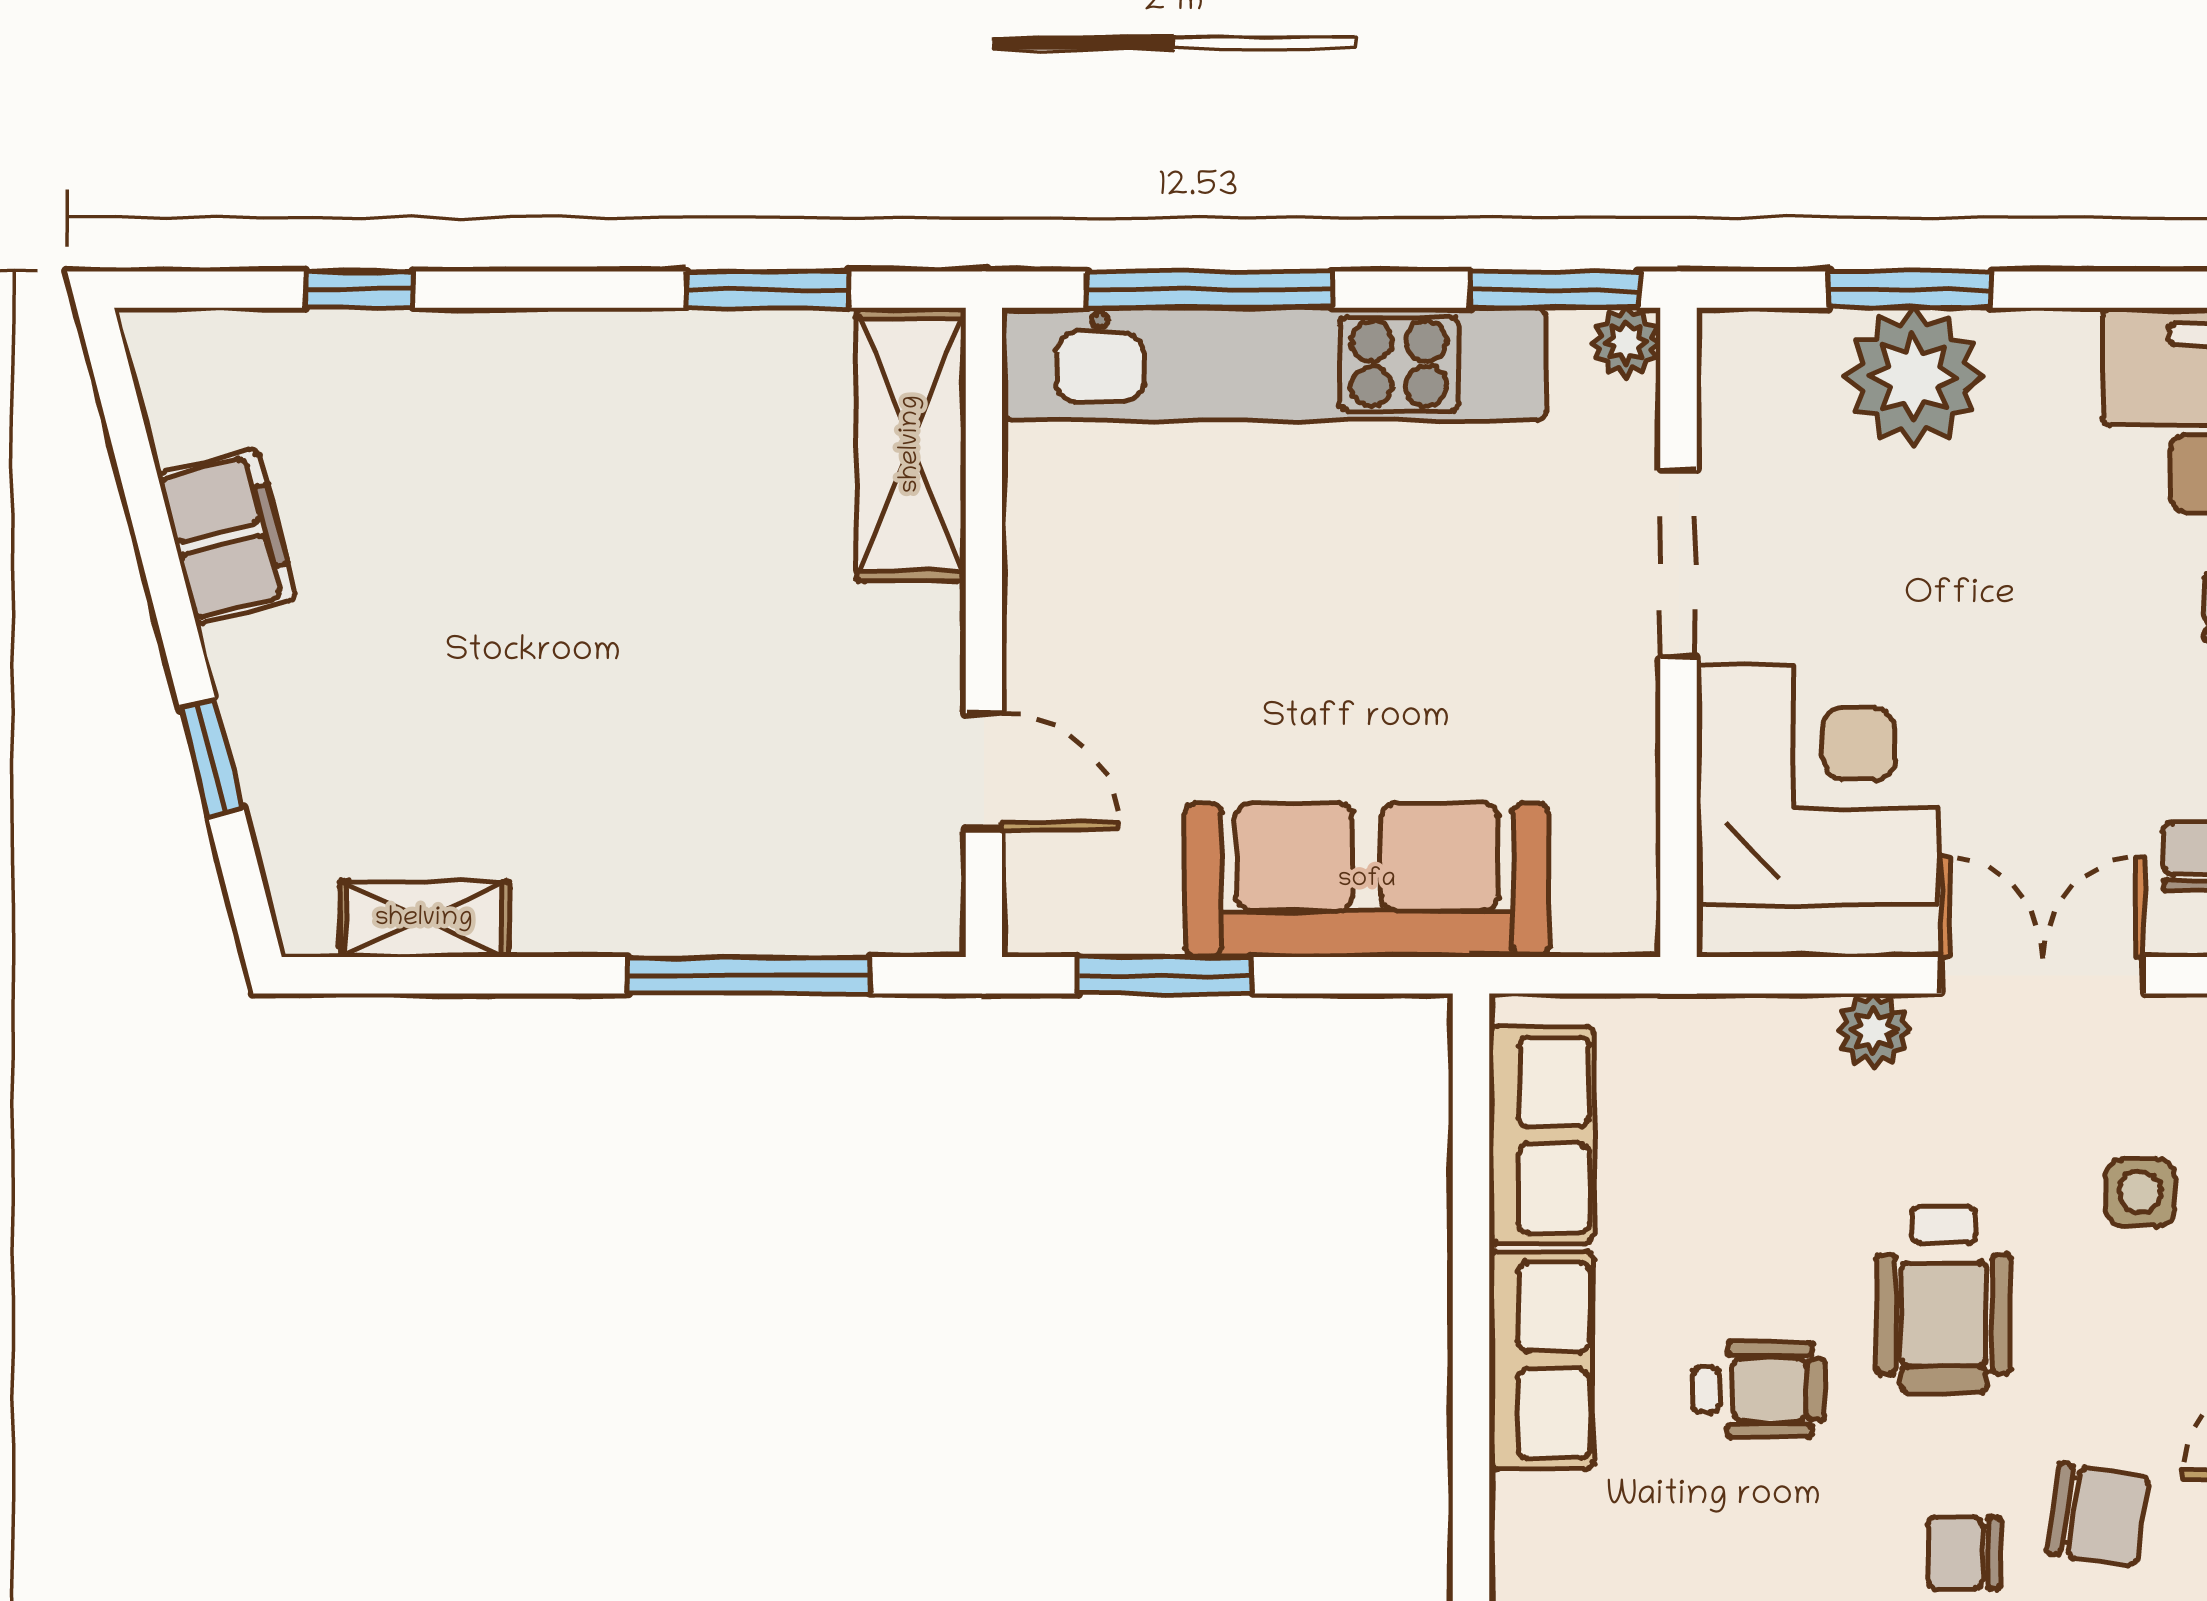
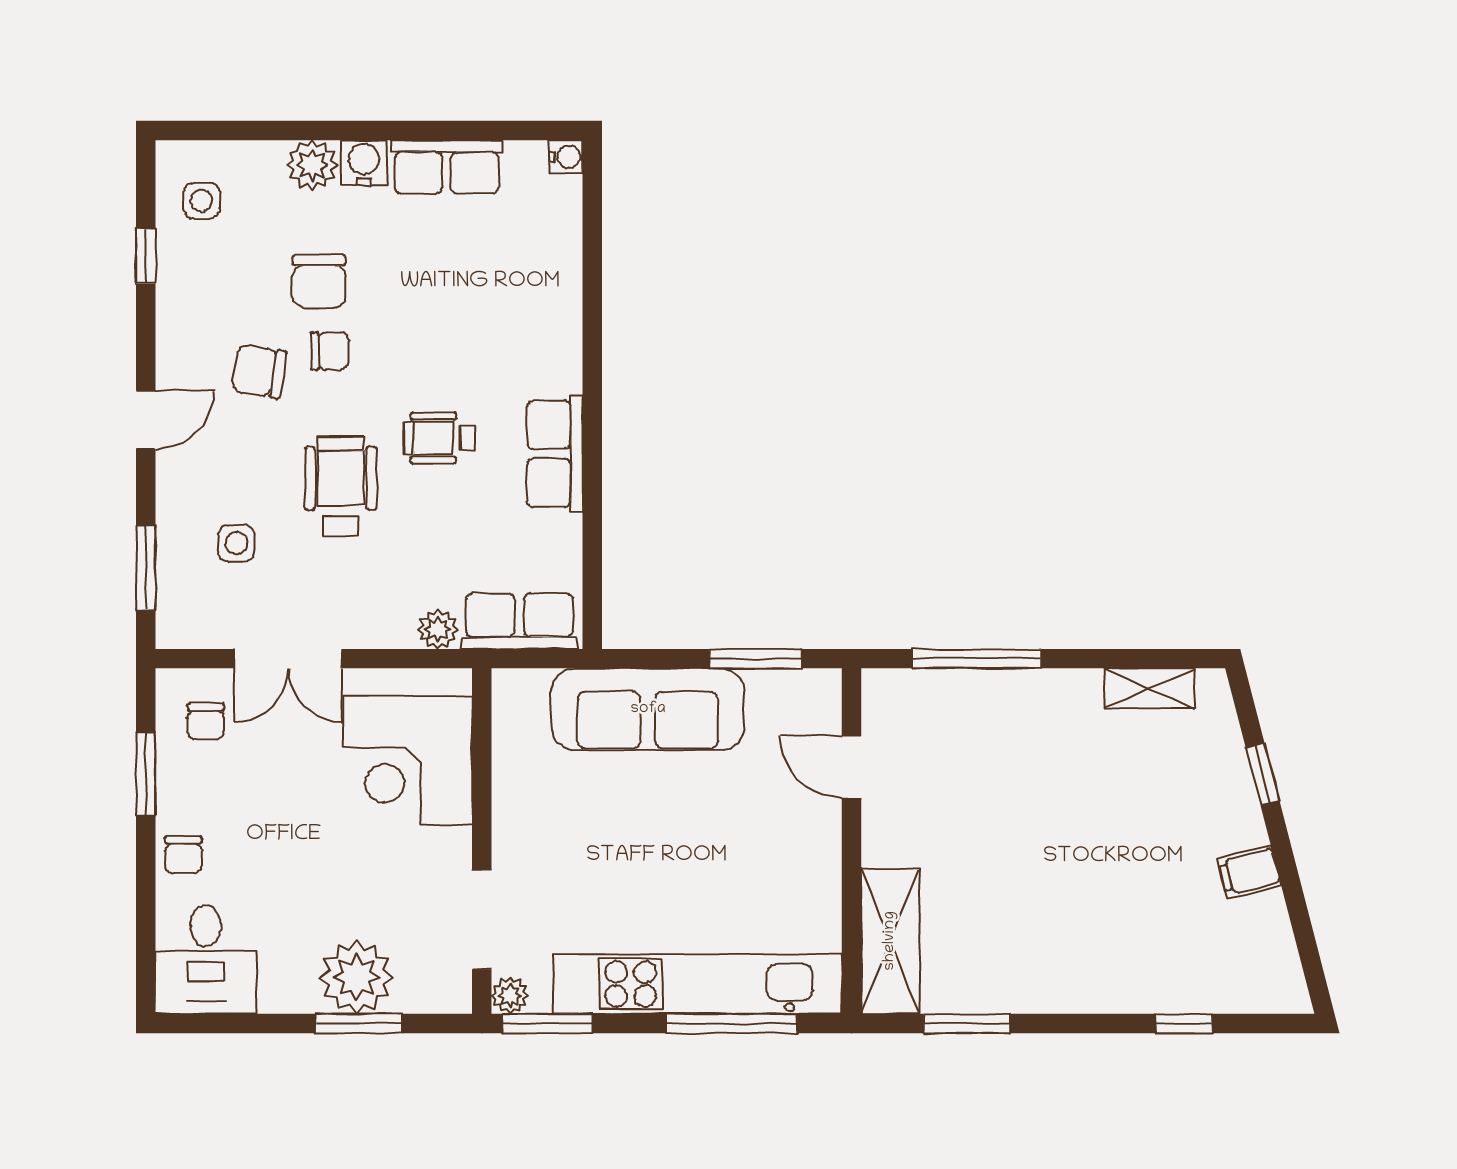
filing cabinet: (227, 537) -> (1249, 872), width x0.50
doorway: (1679, 564) -> (482, 920), moved
plant: (1874, 1030) -> (438, 629), moved
row of seats: (1541, 1135) -> (519, 621), moved, turned 90

